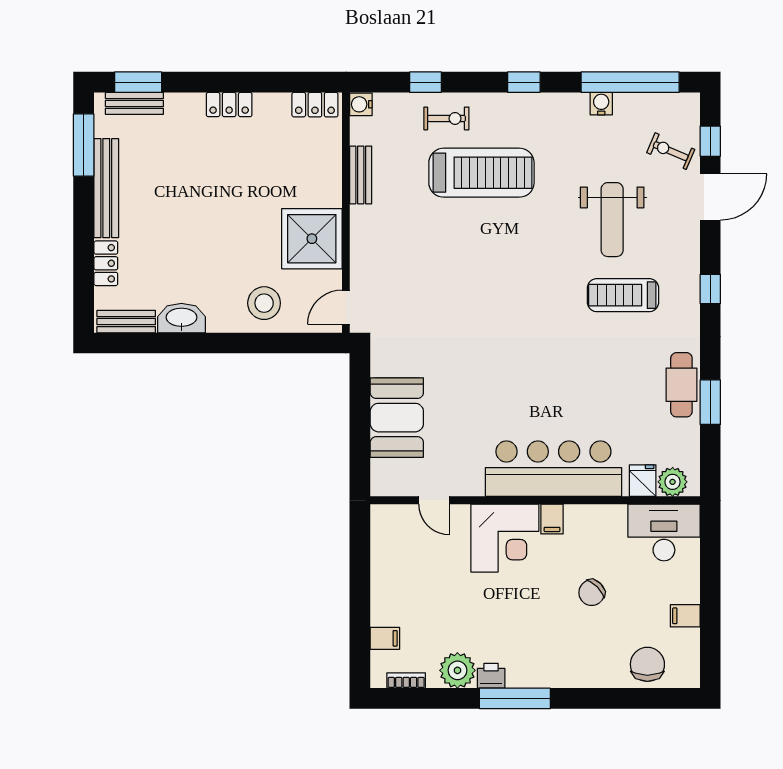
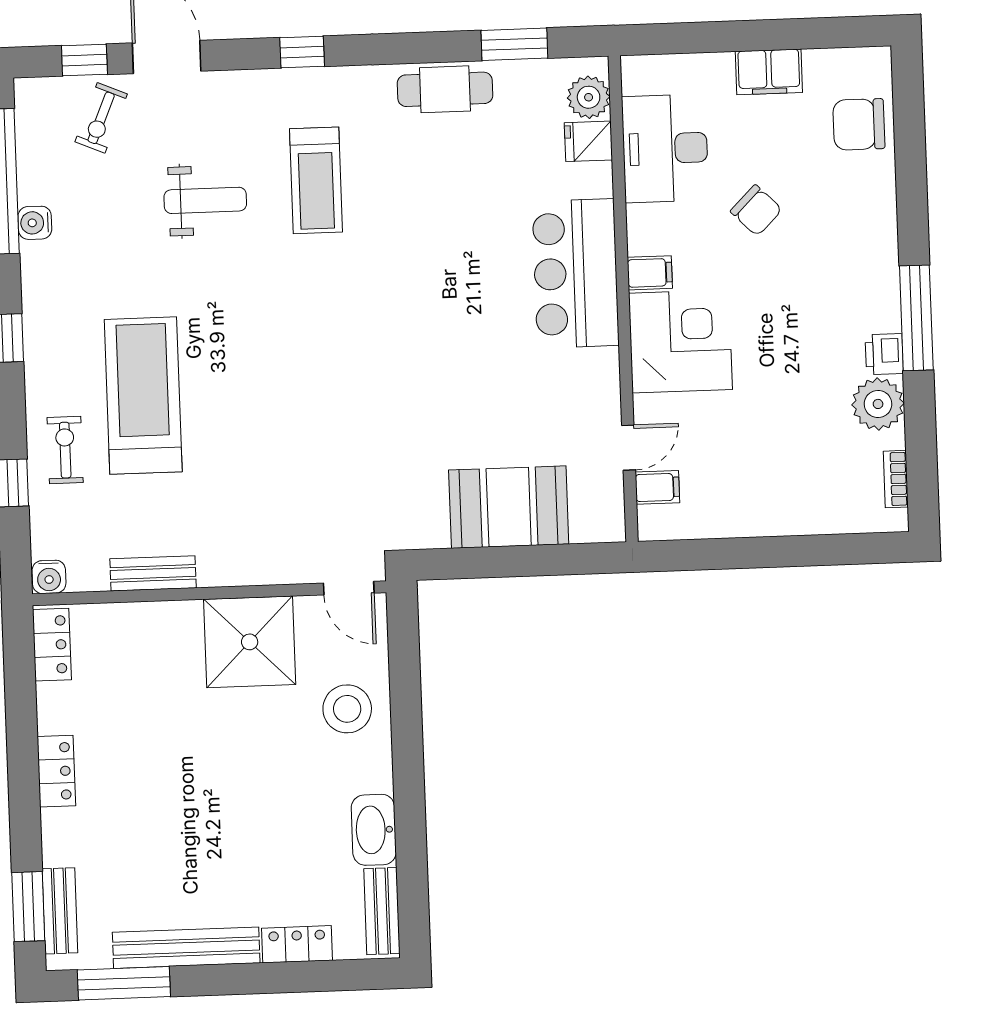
weight bench: (612, 220) -> (205, 200), width x0.73, depth x0.75
window: (710, 402) -> (514, 44), moved
bar counter: (553, 469) -> (576, 273), width x0.73
desk: (664, 532) -> (665, 148), moved
filing cabinet: (685, 616) -> (769, 72), width x2.00
filing cabinet: (385, 638) -> (657, 487), moved, turned 90

